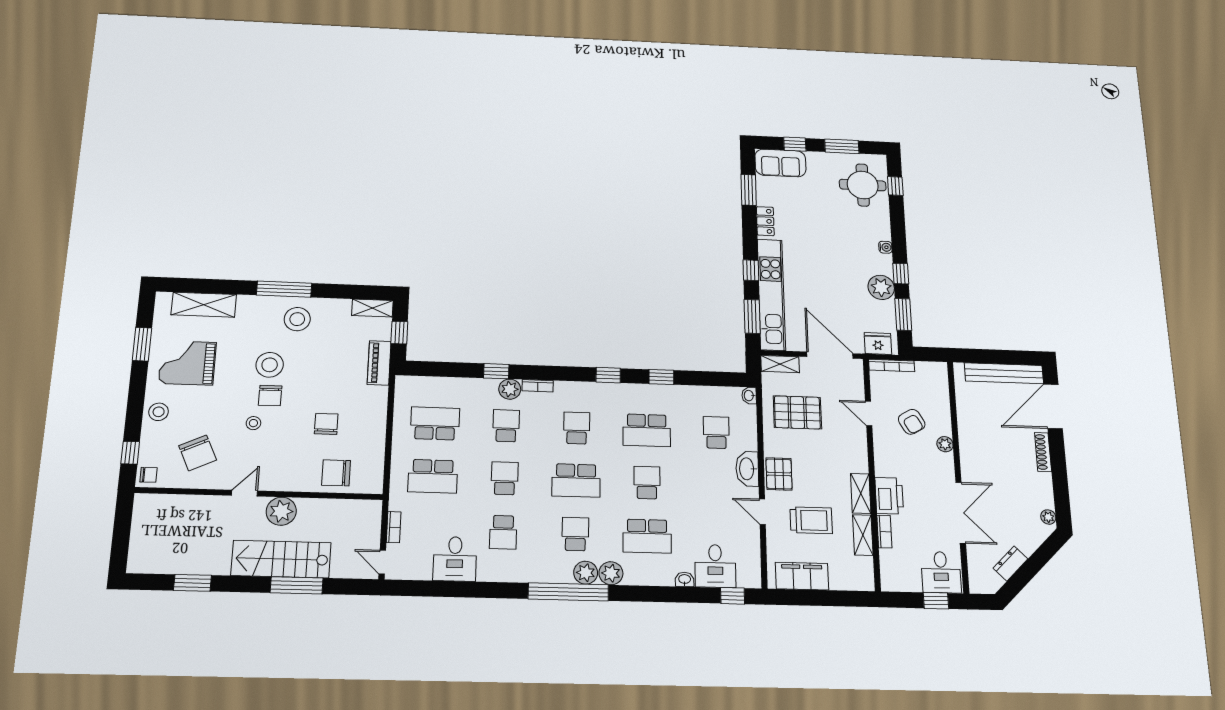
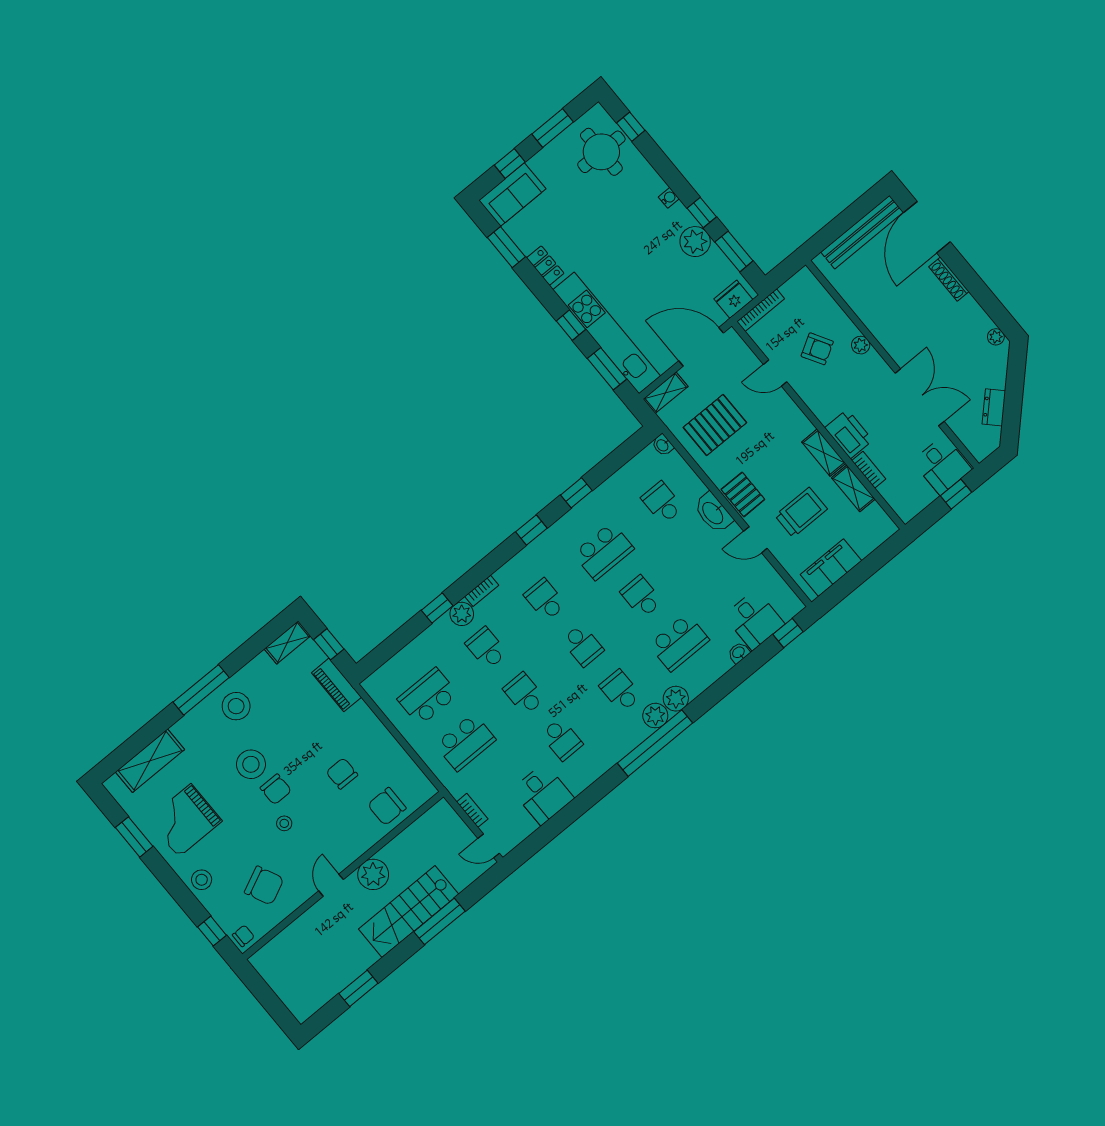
school desk: (576, 480) -> (583, 645), width x0.54

